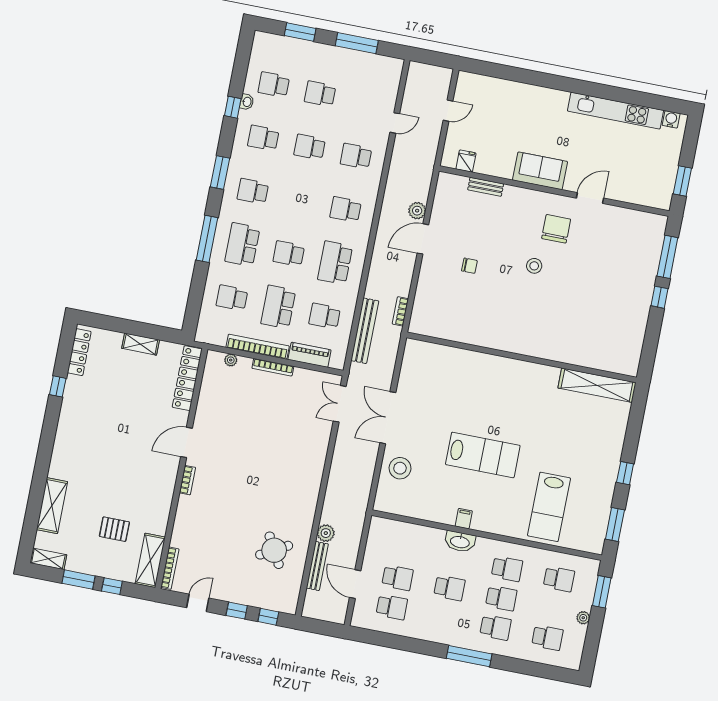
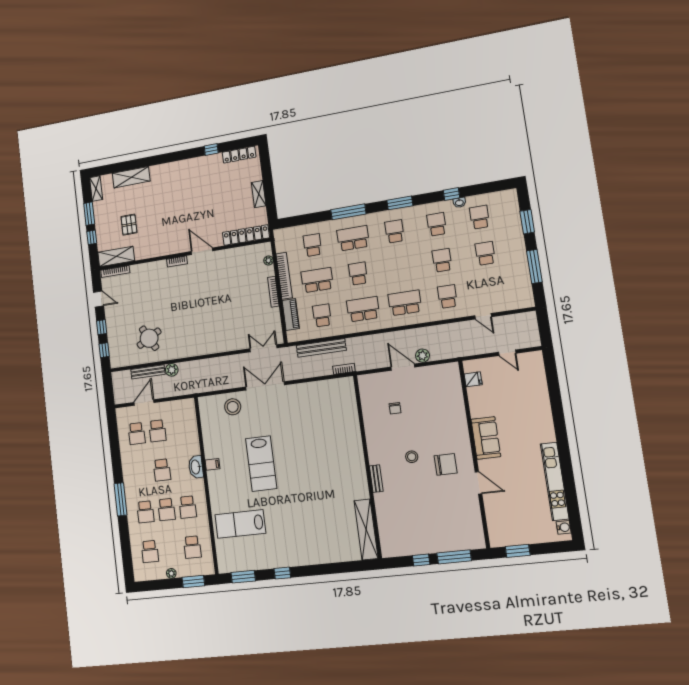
bench: (486, 187) -> (376, 479), moved
school desk: (346, 209) -> (405, 303), width x1.85
wall: (522, 357) -> (367, 466), moved
shelving: (597, 385) -> (366, 529), moved

